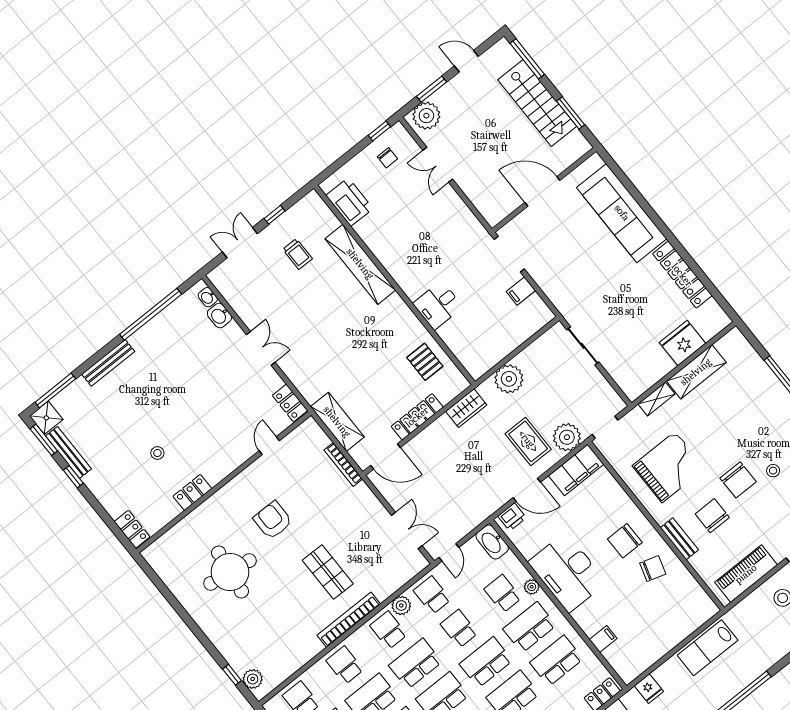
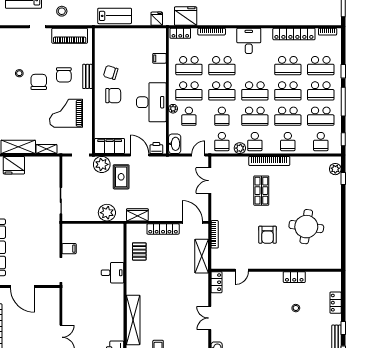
locker: (132, 529) -> (336, 303), moved

